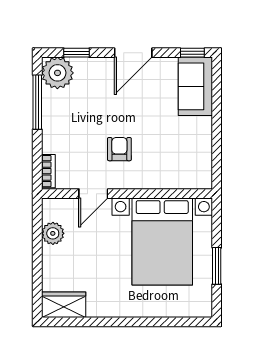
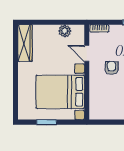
armchair: (119, 149) -> (112, 68), turned -90
wardrobe: (64, 305) -> (25, 43), width x1.50

